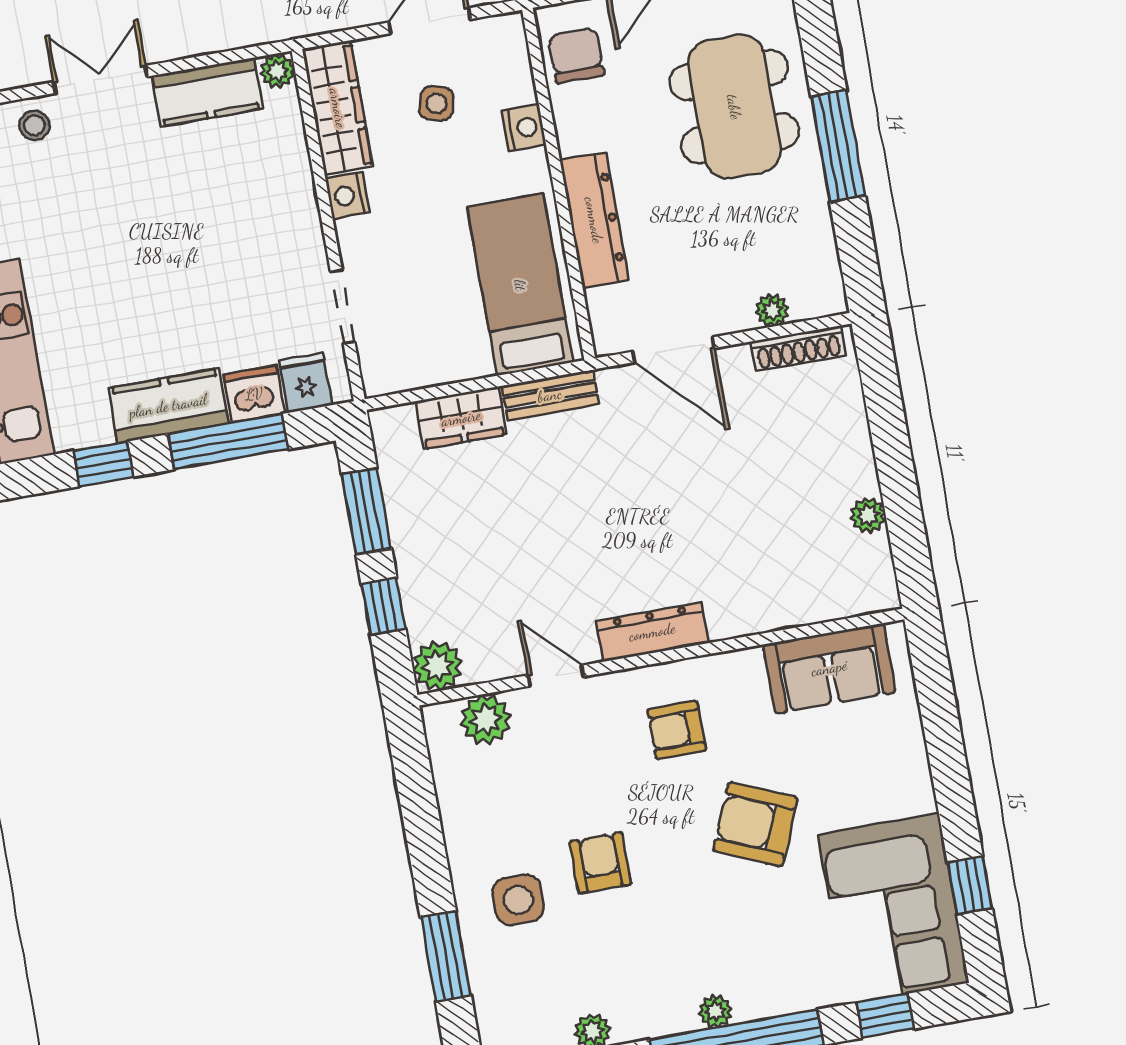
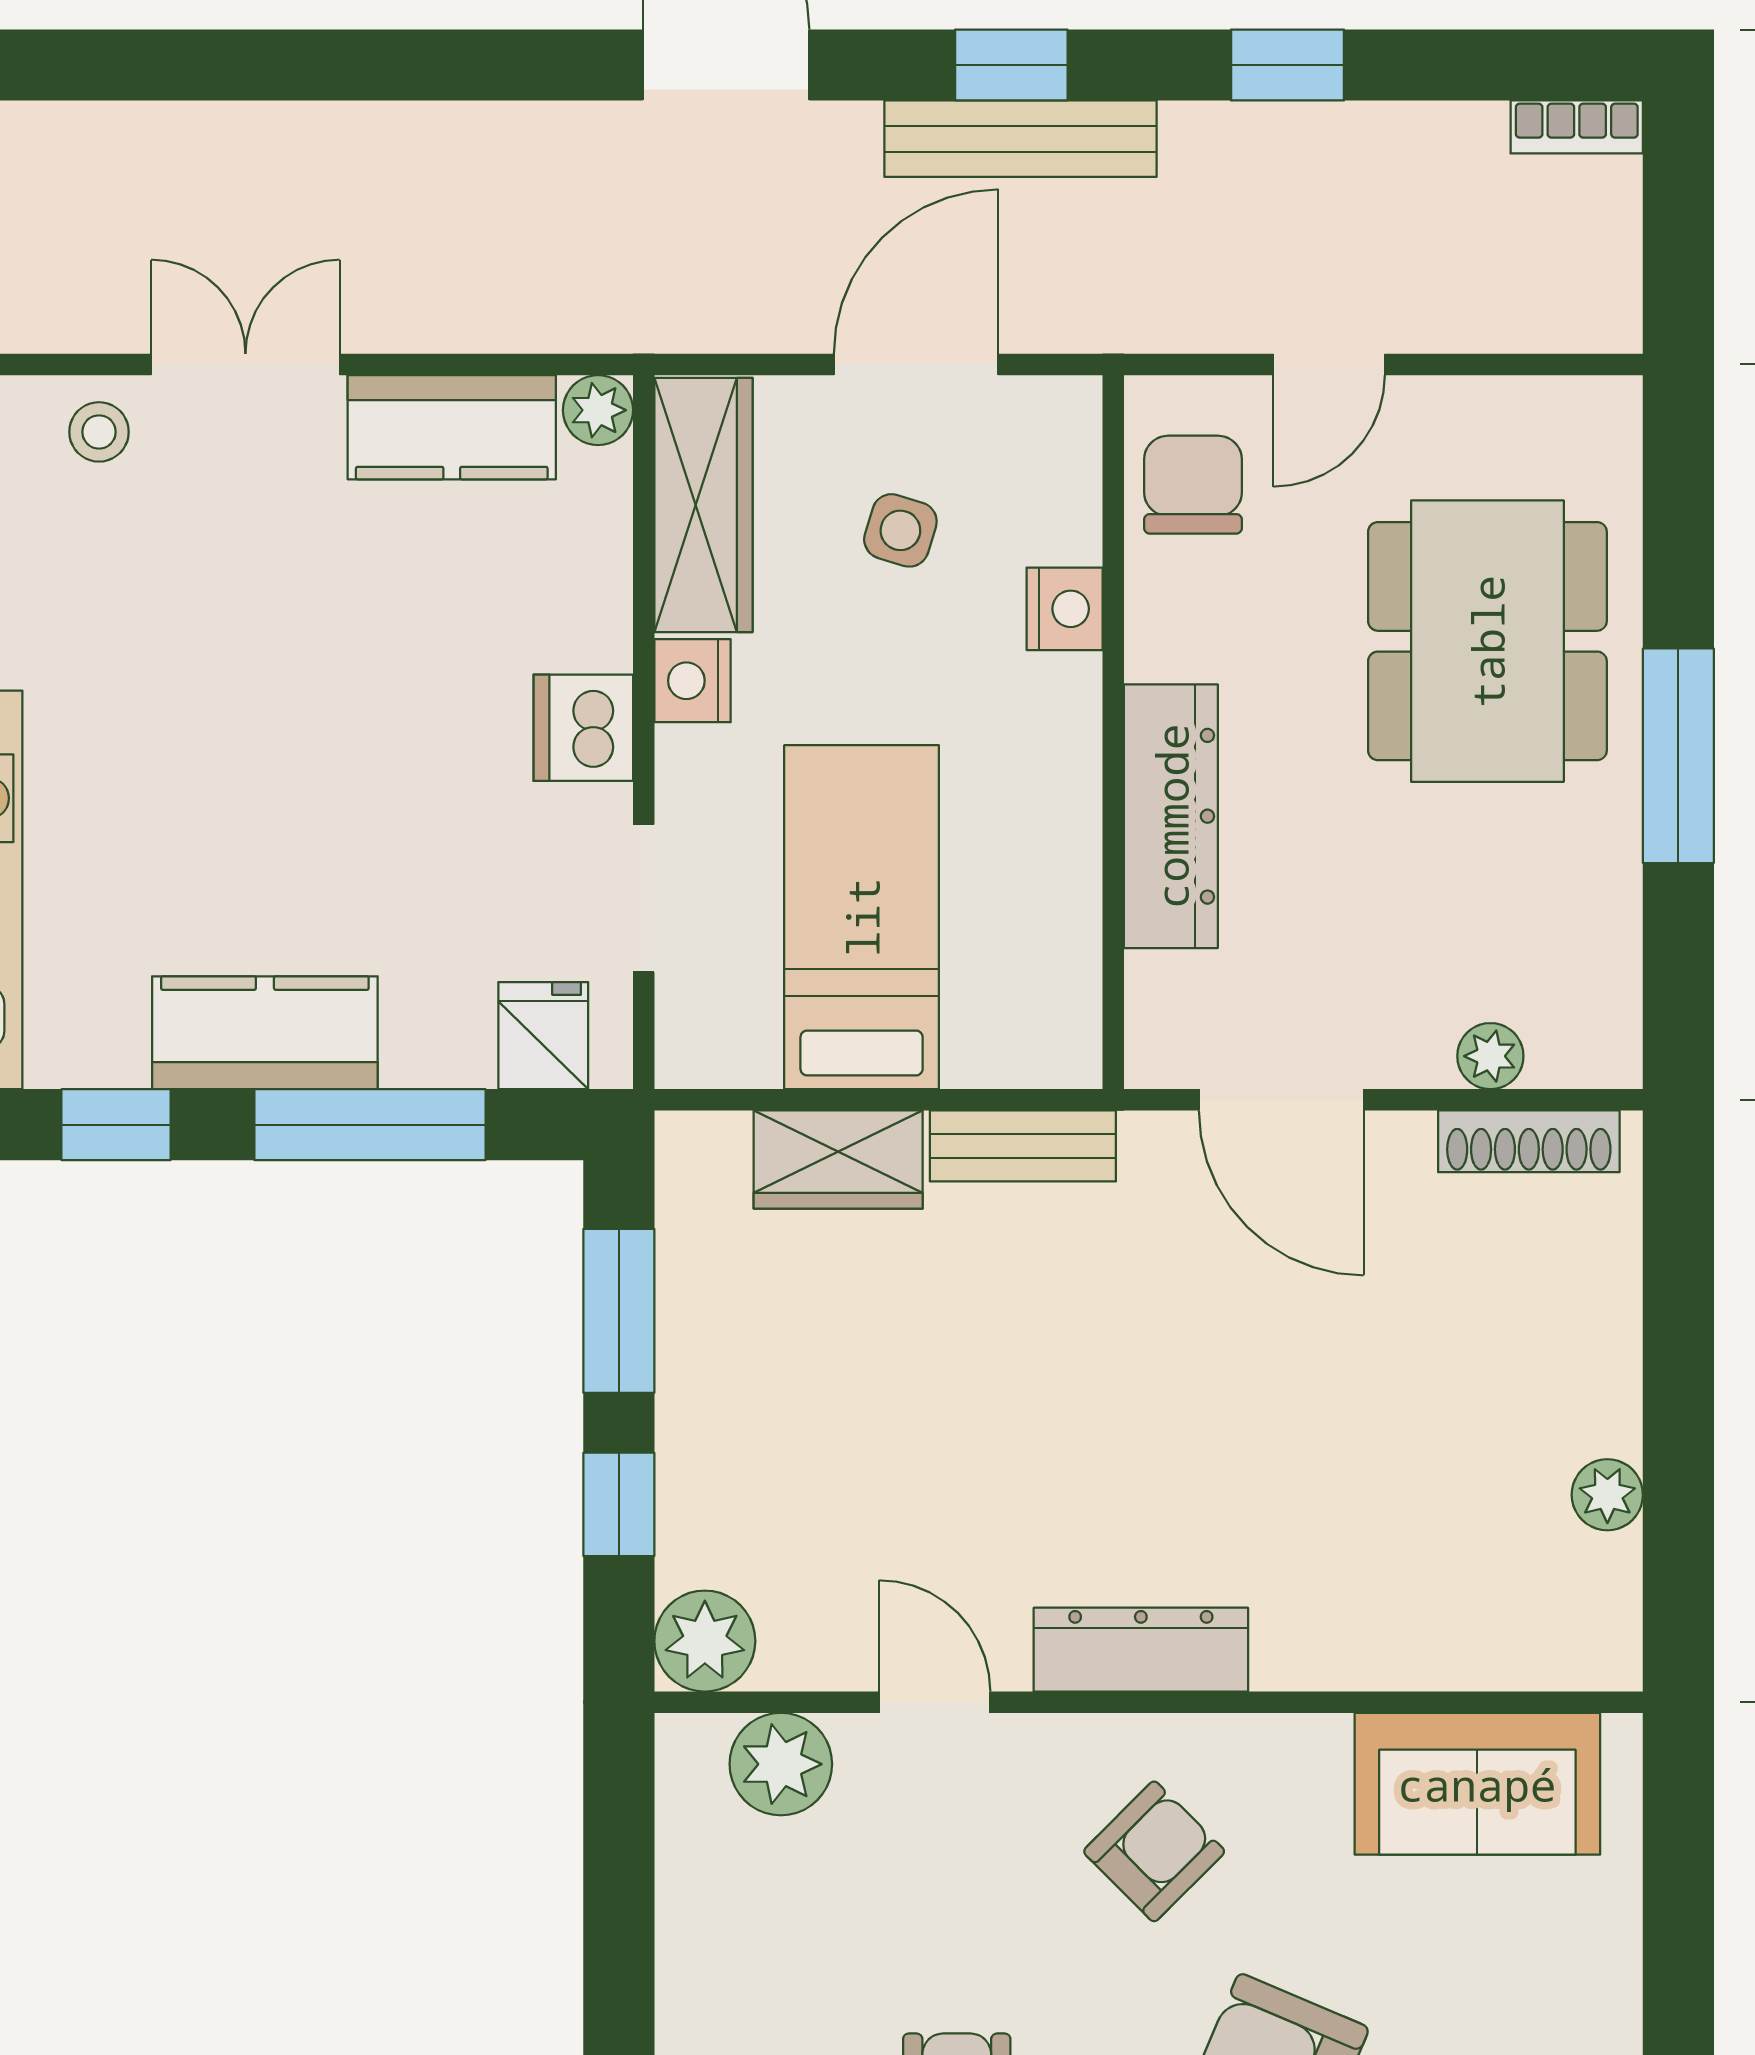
bed: (520, 285) -> (862, 917), moved
dishwasher: (254, 394) -> (583, 728), moved, turned -90
armchair: (677, 730) -> (1154, 1851), turned 135

